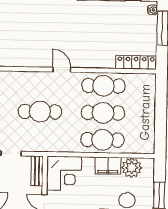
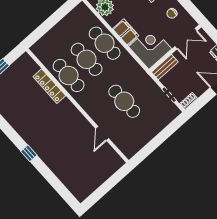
locker: (136, 62) -> (49, 86), moved
door: (62, 70) -> (102, 133), moved
filing cabinet: (108, 166) -> (126, 32), moved

